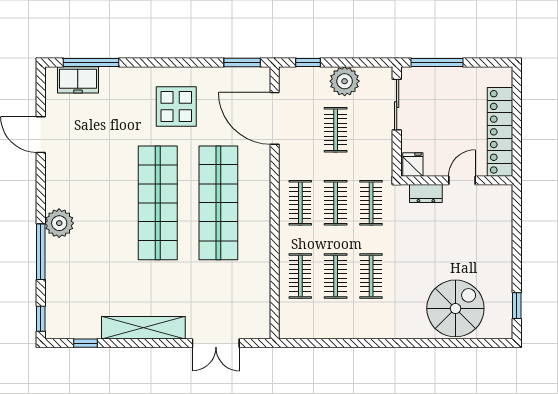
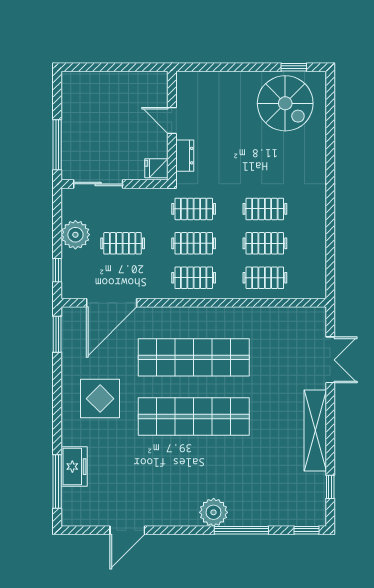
freezer: (78, 80) -> (74, 467), moved
locker: (500, 132) -> (125, 83), removed
spiral stairs: (455, 308) -> (285, 103), moved, turned 180

